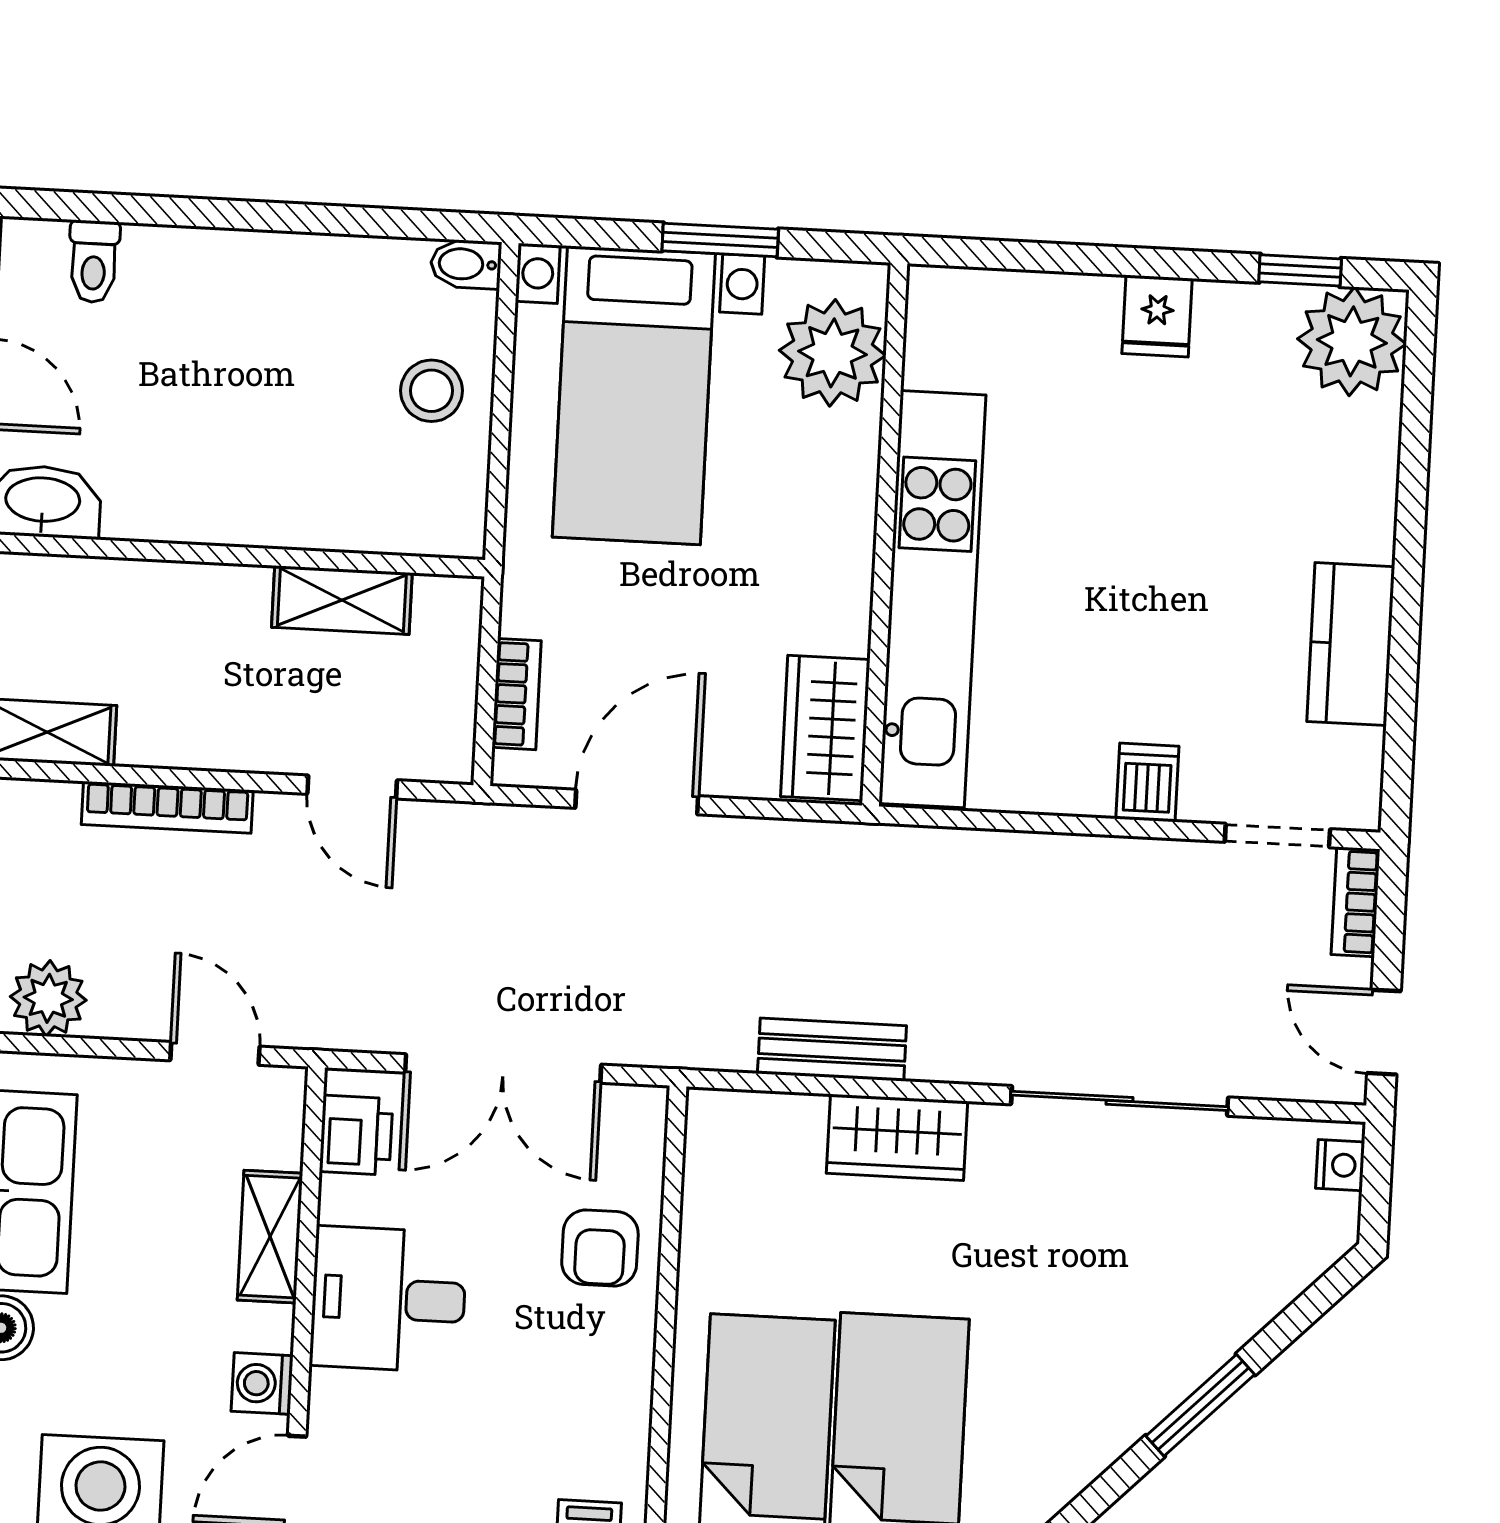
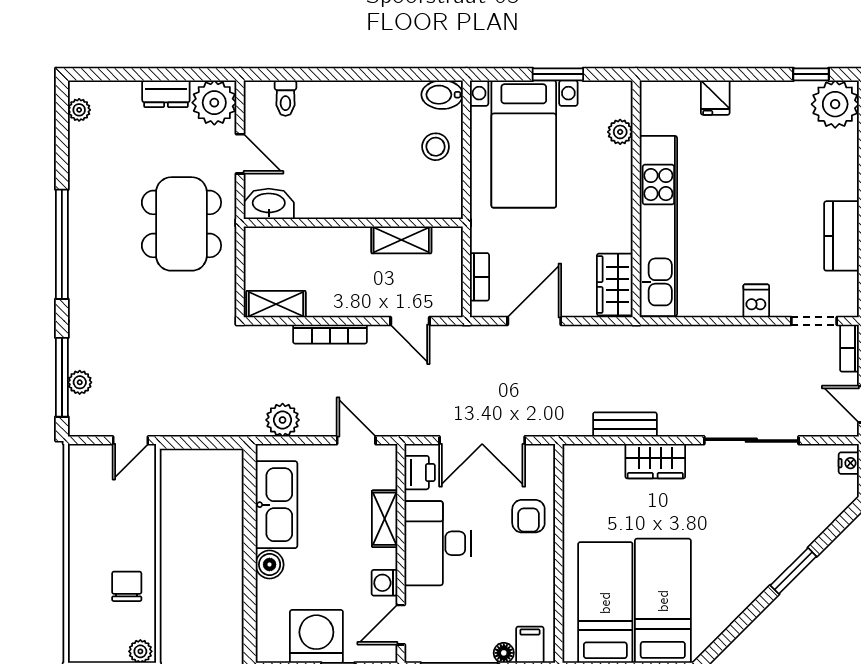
bidet: (466, 264) -> (442, 95), width x1.38, depth x1.36
fridge: (1157, 316) -> (715, 98), moved
plant: (832, 353) -> (620, 132), width x0.53, depth x0.53
desk: (388, 1299) -> (437, 543), width x1.37

